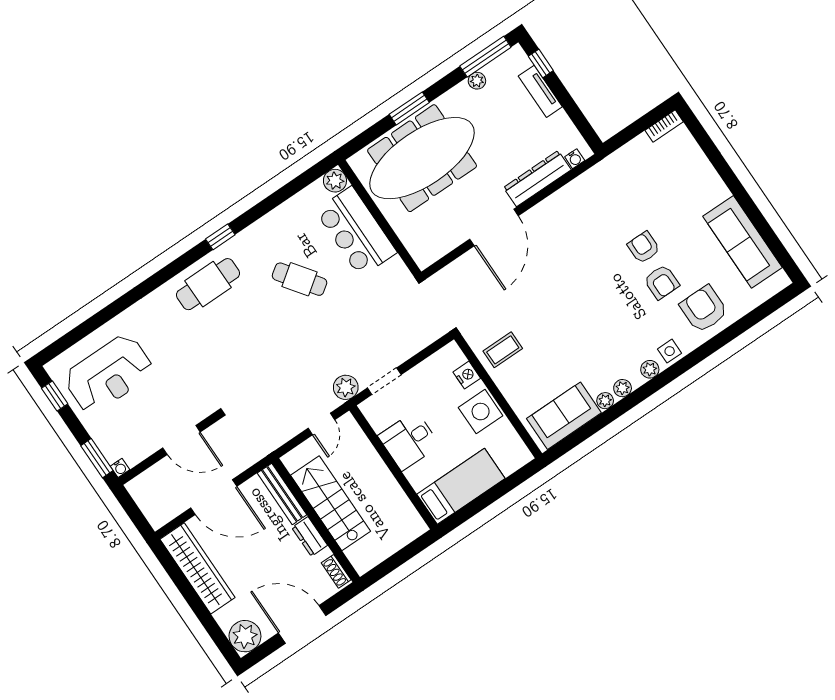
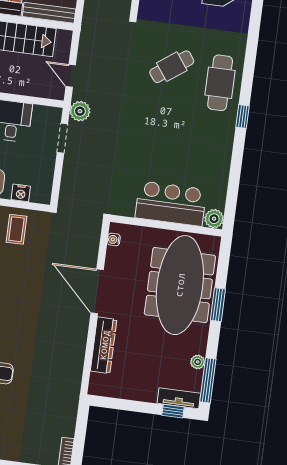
tv unit: (540, 91) -> (179, 398), moved
water cooler: (575, 159) -> (114, 240), moved
cafe table: (300, 279) -> (172, 67), moved

